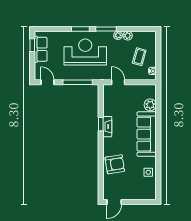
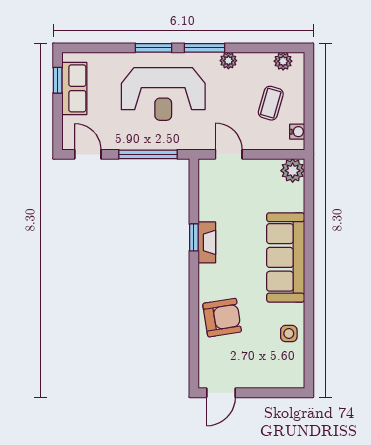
plant: (128, 36) -> (283, 61), moved
reception desk: (85, 52) -> (163, 94), turned 180
plant: (150, 105) -> (293, 171), moved

